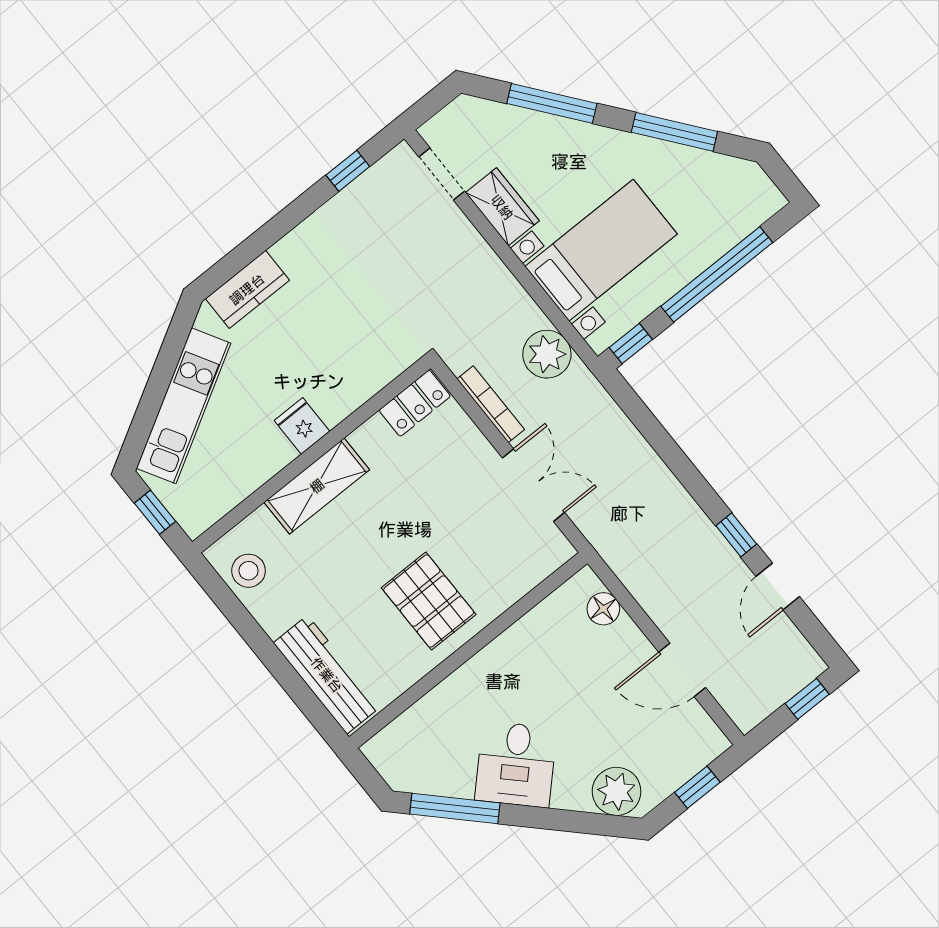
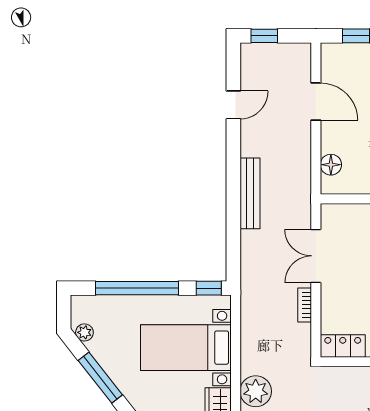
plant: (737, 171) -> (84, 332), added
plant: (547, 354) -> (256, 391), moved
bookcase: (491, 404) -> (305, 305), width x0.64
bench: (673, 497) -> (250, 193), added
window: (736, 535) -> (233, 148), removed

